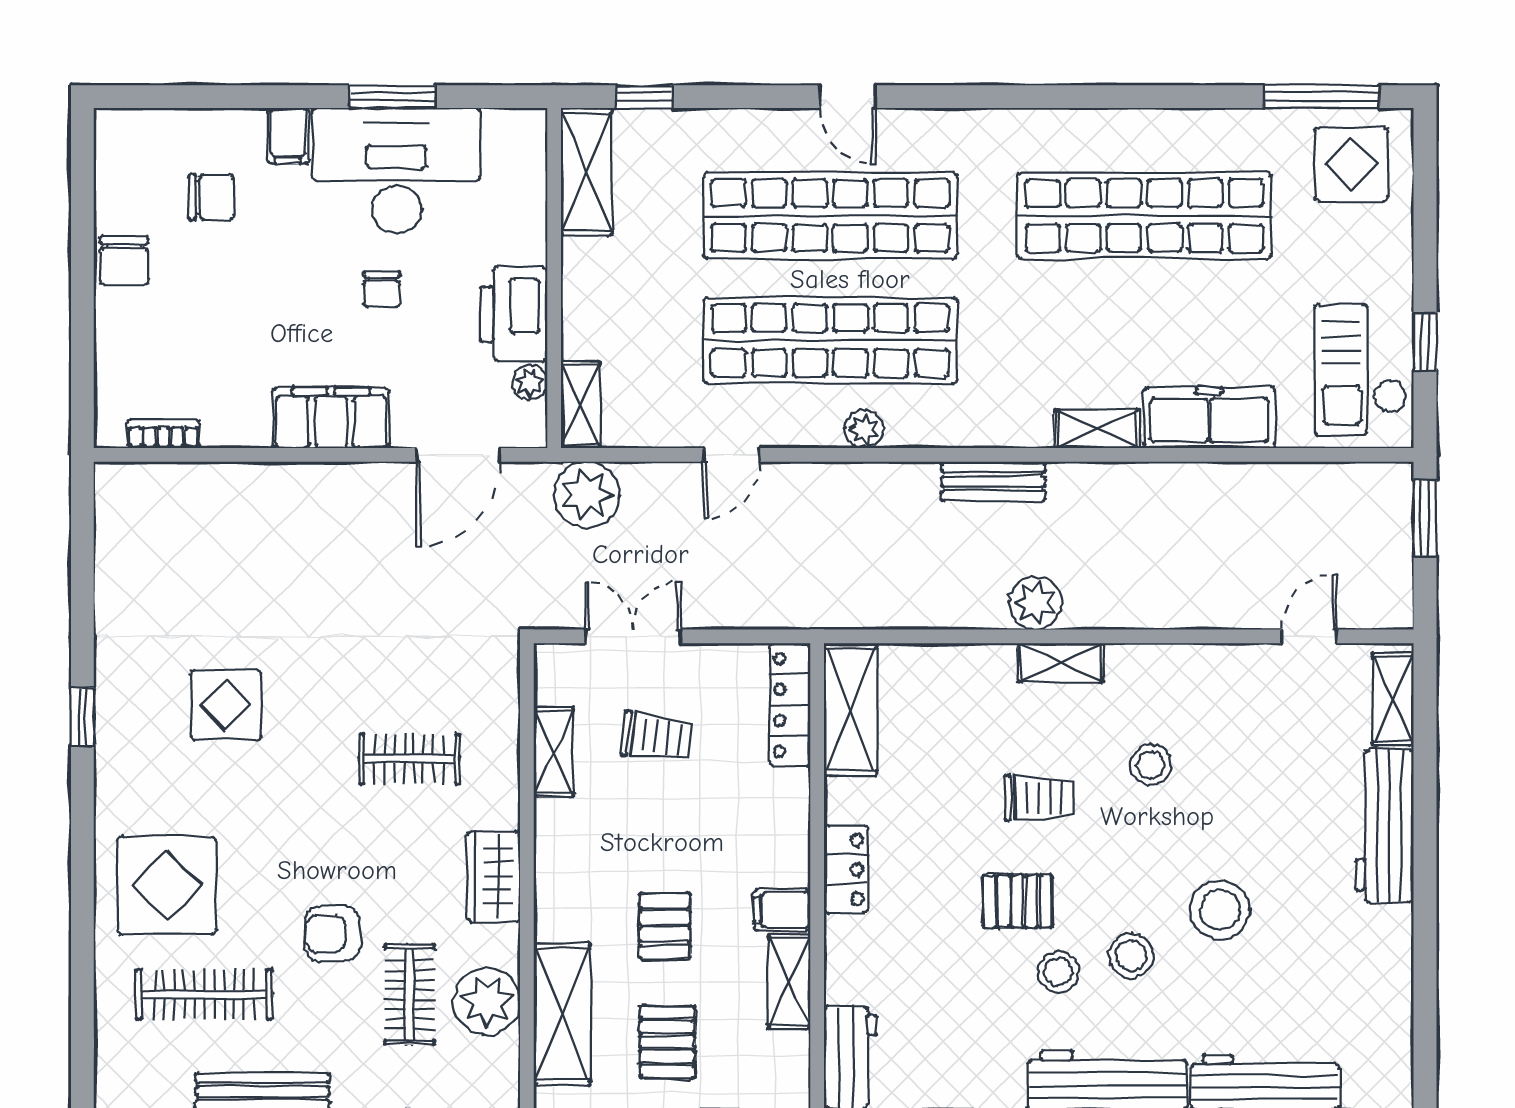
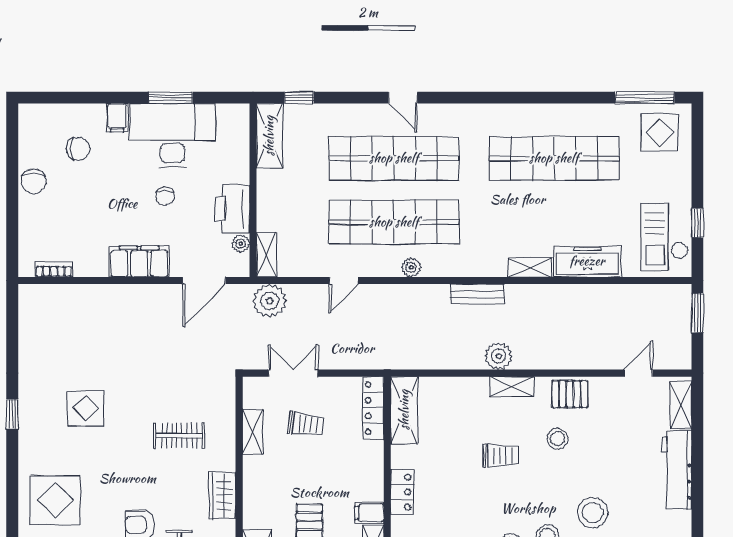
pallet: (1017, 901) -> (570, 394), moved

